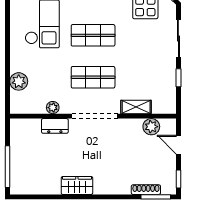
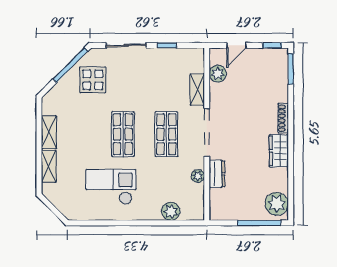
plant: (26, 183) -> (277, 204), added
shoe rack: (146, 190) -> (283, 118), moved

